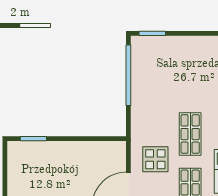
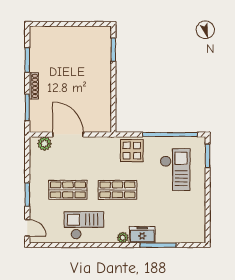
checkout: (168, 70) -> (175, 170), added
display table: (155, 159) -> (132, 151), moved

